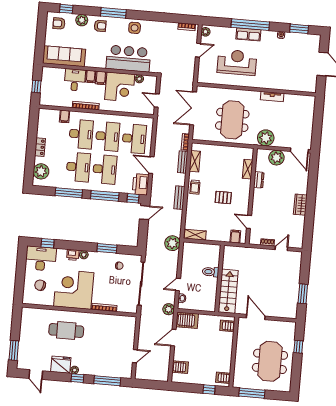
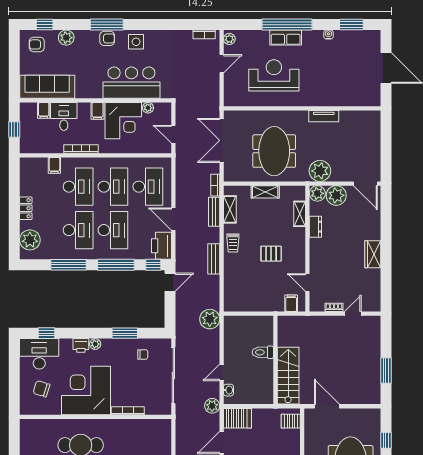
armchair: (100, 26) -> (107, 38), moved
filing cabinet: (91, 77) -> (44, 110), moved
plant: (262, 155) -> (317, 193), added
shelving: (195, 235) -> (265, 192), moved

